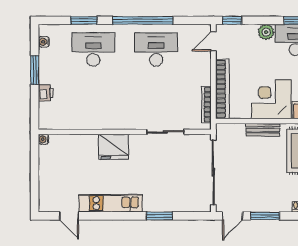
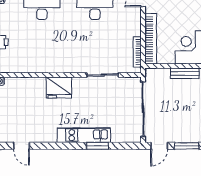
kitchen unit: (111, 203) -> (84, 135), moved

